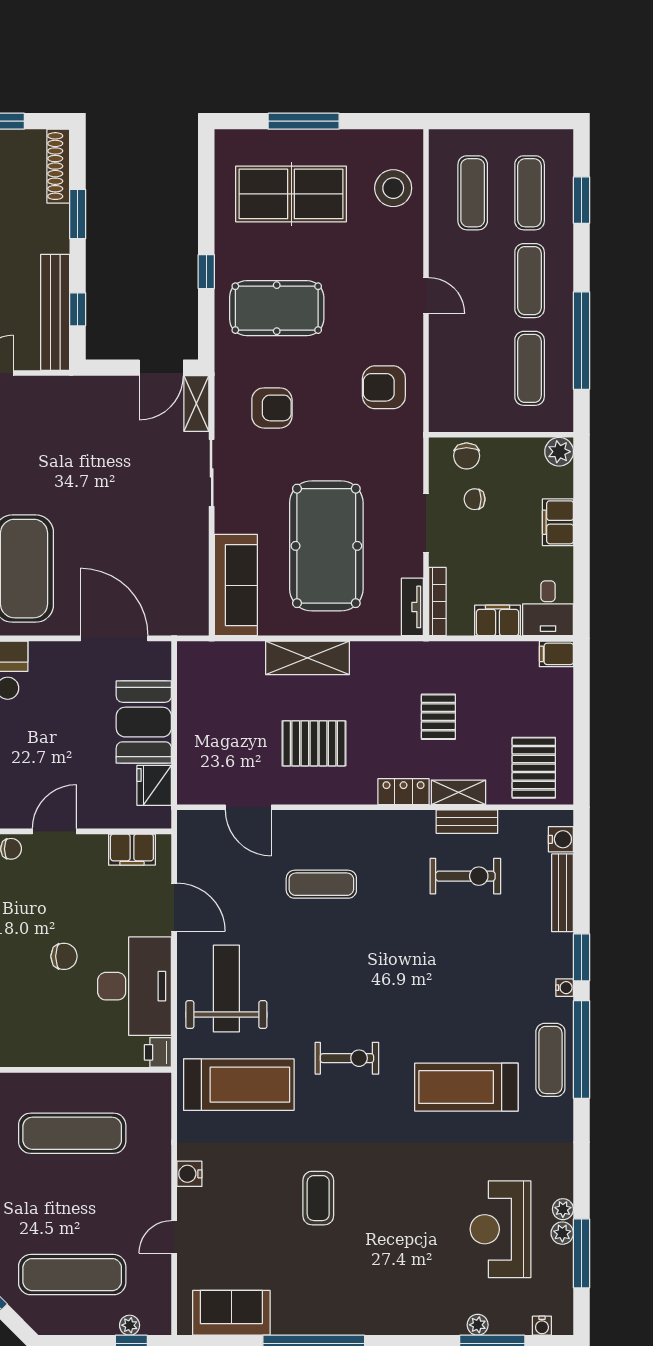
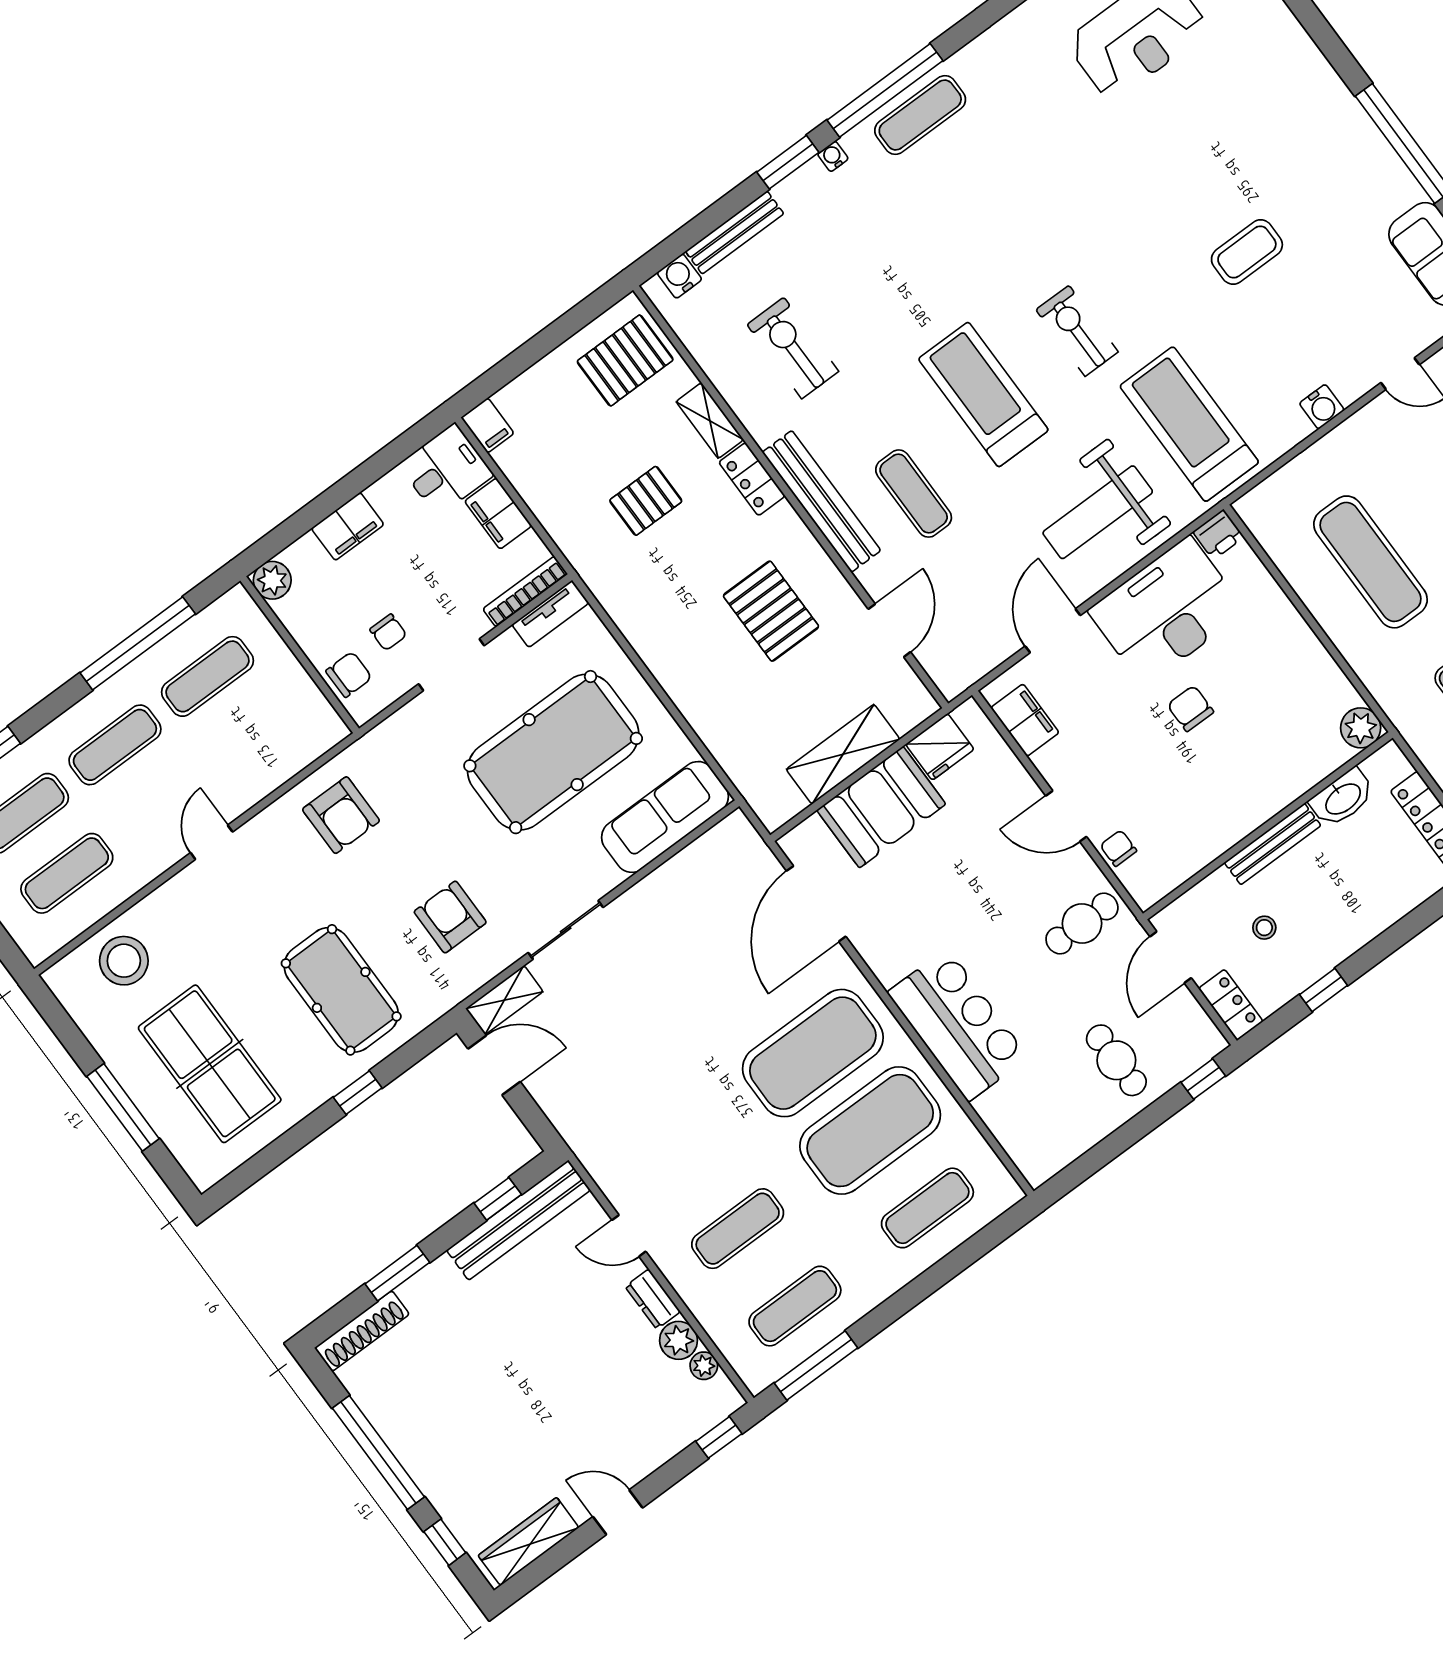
shelving: (308, 658) -> (843, 754), moved, turned 90
bench: (467, 822) -> (821, 501), moved, width x1.86, depth x1.21
treadmill: (466, 1087) -> (983, 395), moved, turned 180

